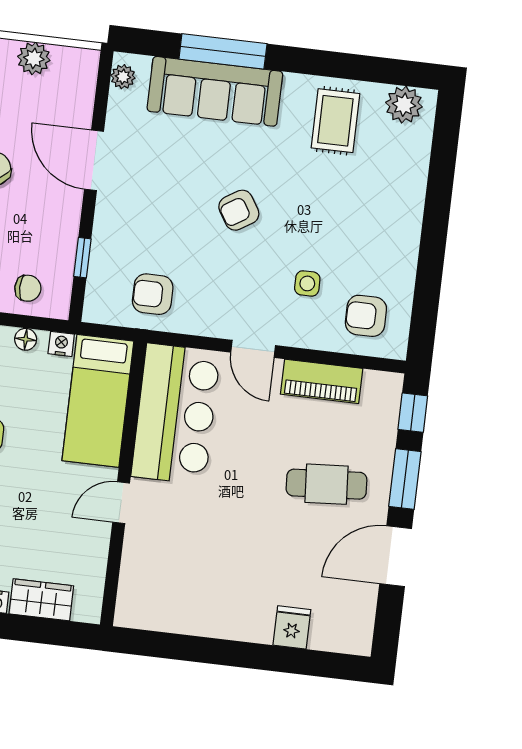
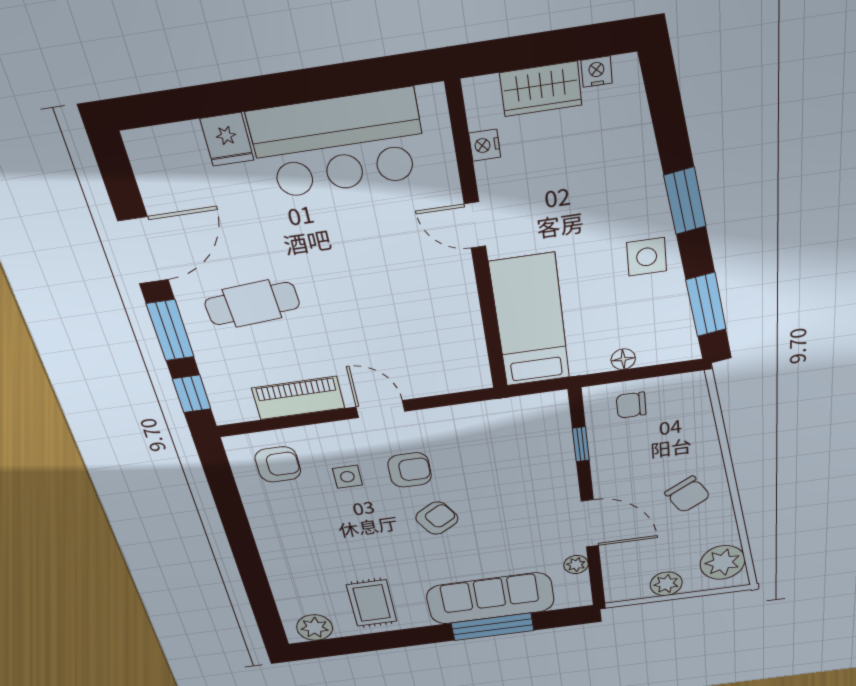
plant: (123, 77) -> (576, 565), moved
armchair: (153, 294) -> (410, 470), moved
nightstand: (61, 344) -> (485, 145), moved, turned 90
bar counter: (176, 414) -> (339, 144), moved, turned -90
door: (121, 503) -> (475, 225), swing flipped

